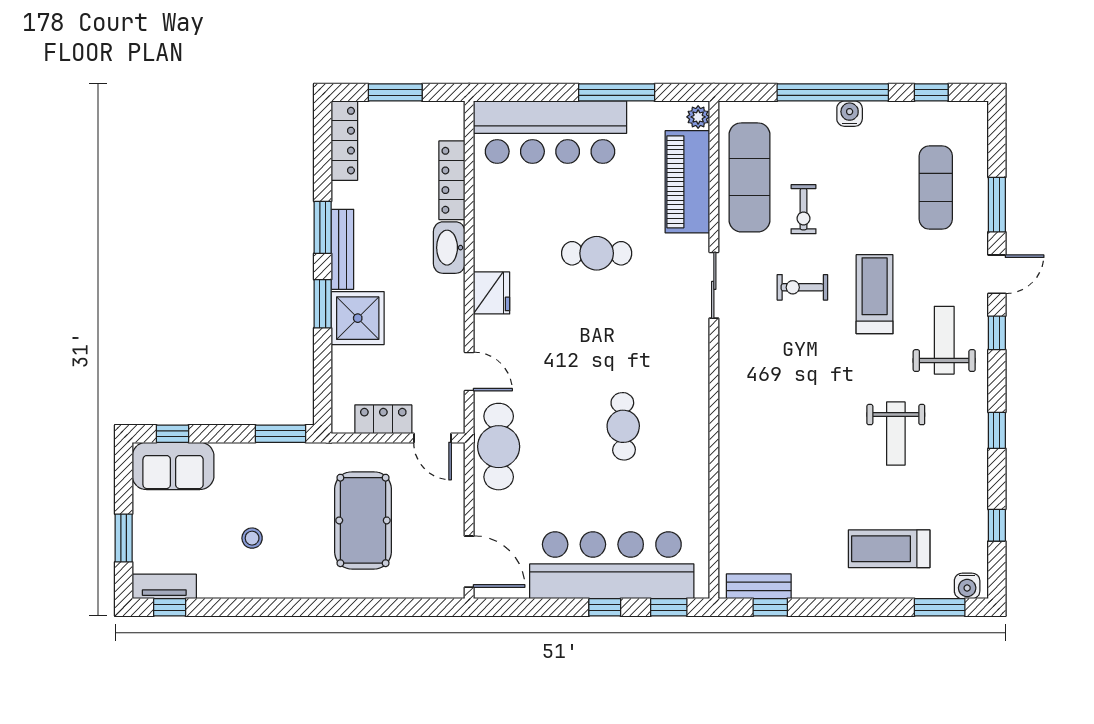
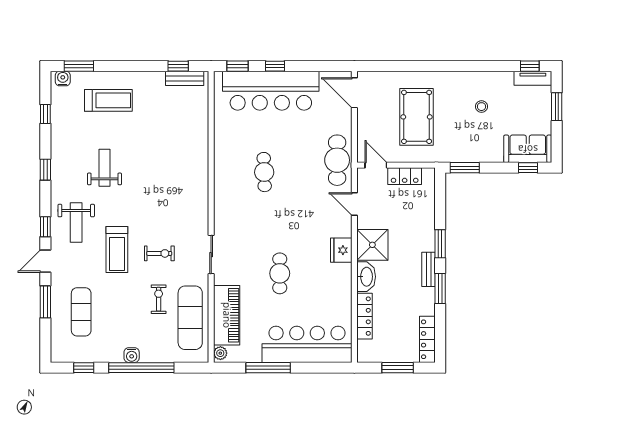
bench: (342, 249) -> (429, 269), width x0.73
cafe table: (597, 253) -> (280, 273), turned 90
shower: (358, 318) -> (372, 245), moved

